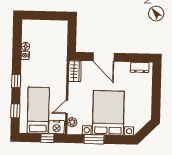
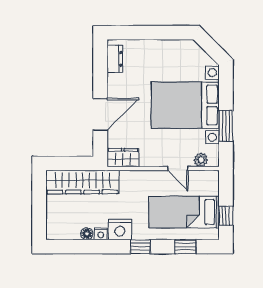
wardrobe: (59, 44) -> (82, 182), added
nightstand: (57, 127) -> (120, 230), moved, turned 90
window: (47, 138) -> (226, 216), moved

